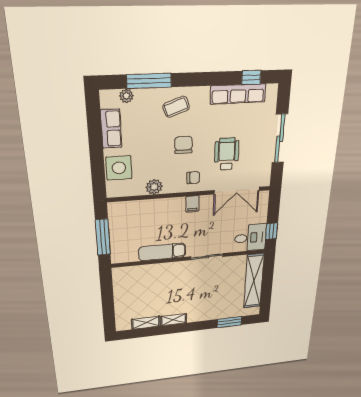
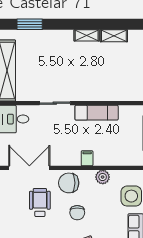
wheelchair: (227, 154) -> (40, 203), turned 180
chair: (193, 178) -> (69, 183), width x1.87, depth x1.87
filing cabinet: (192, 204) -> (87, 158), moved

